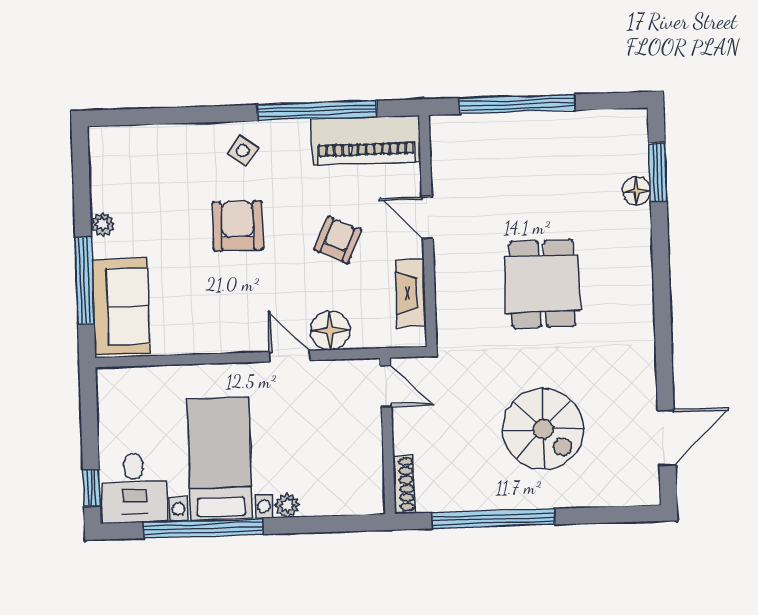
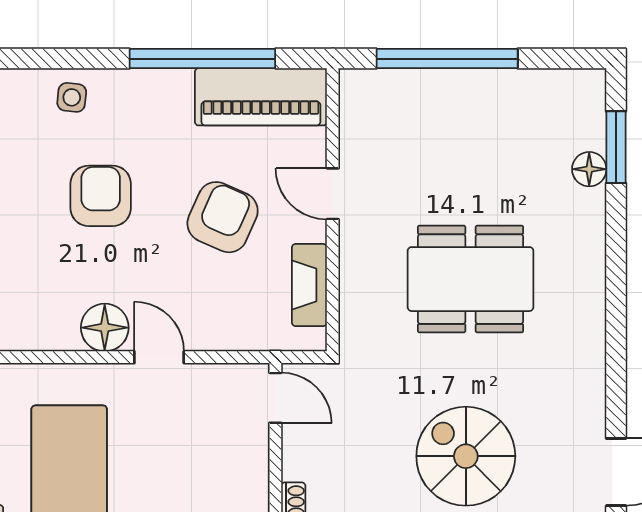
side table: (243, 151) -> (72, 97), moved, turned -31
armchair: (338, 240) -> (223, 217), width x1.38, depth x1.38
dining table: (542, 284) -> (471, 279), width x1.38
floor lamp: (330, 331) -> (105, 328), moved
spiral stairs: (543, 429) -> (466, 456), turned 180

